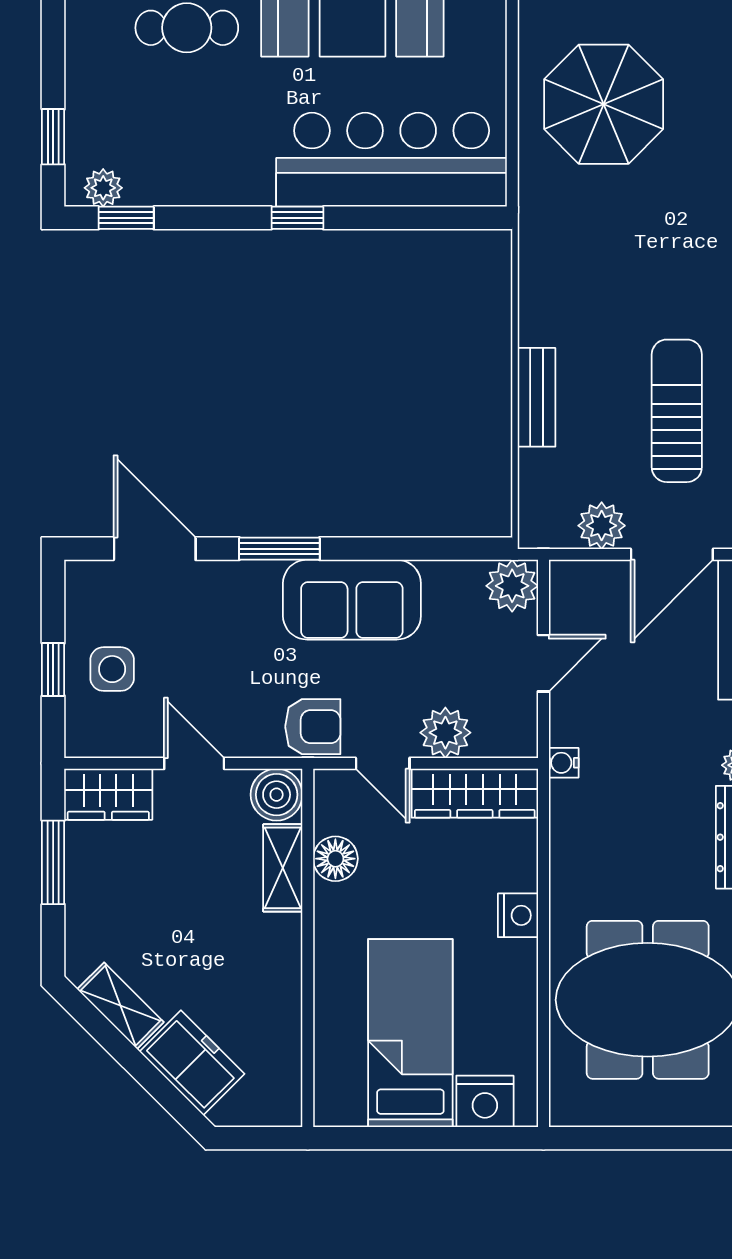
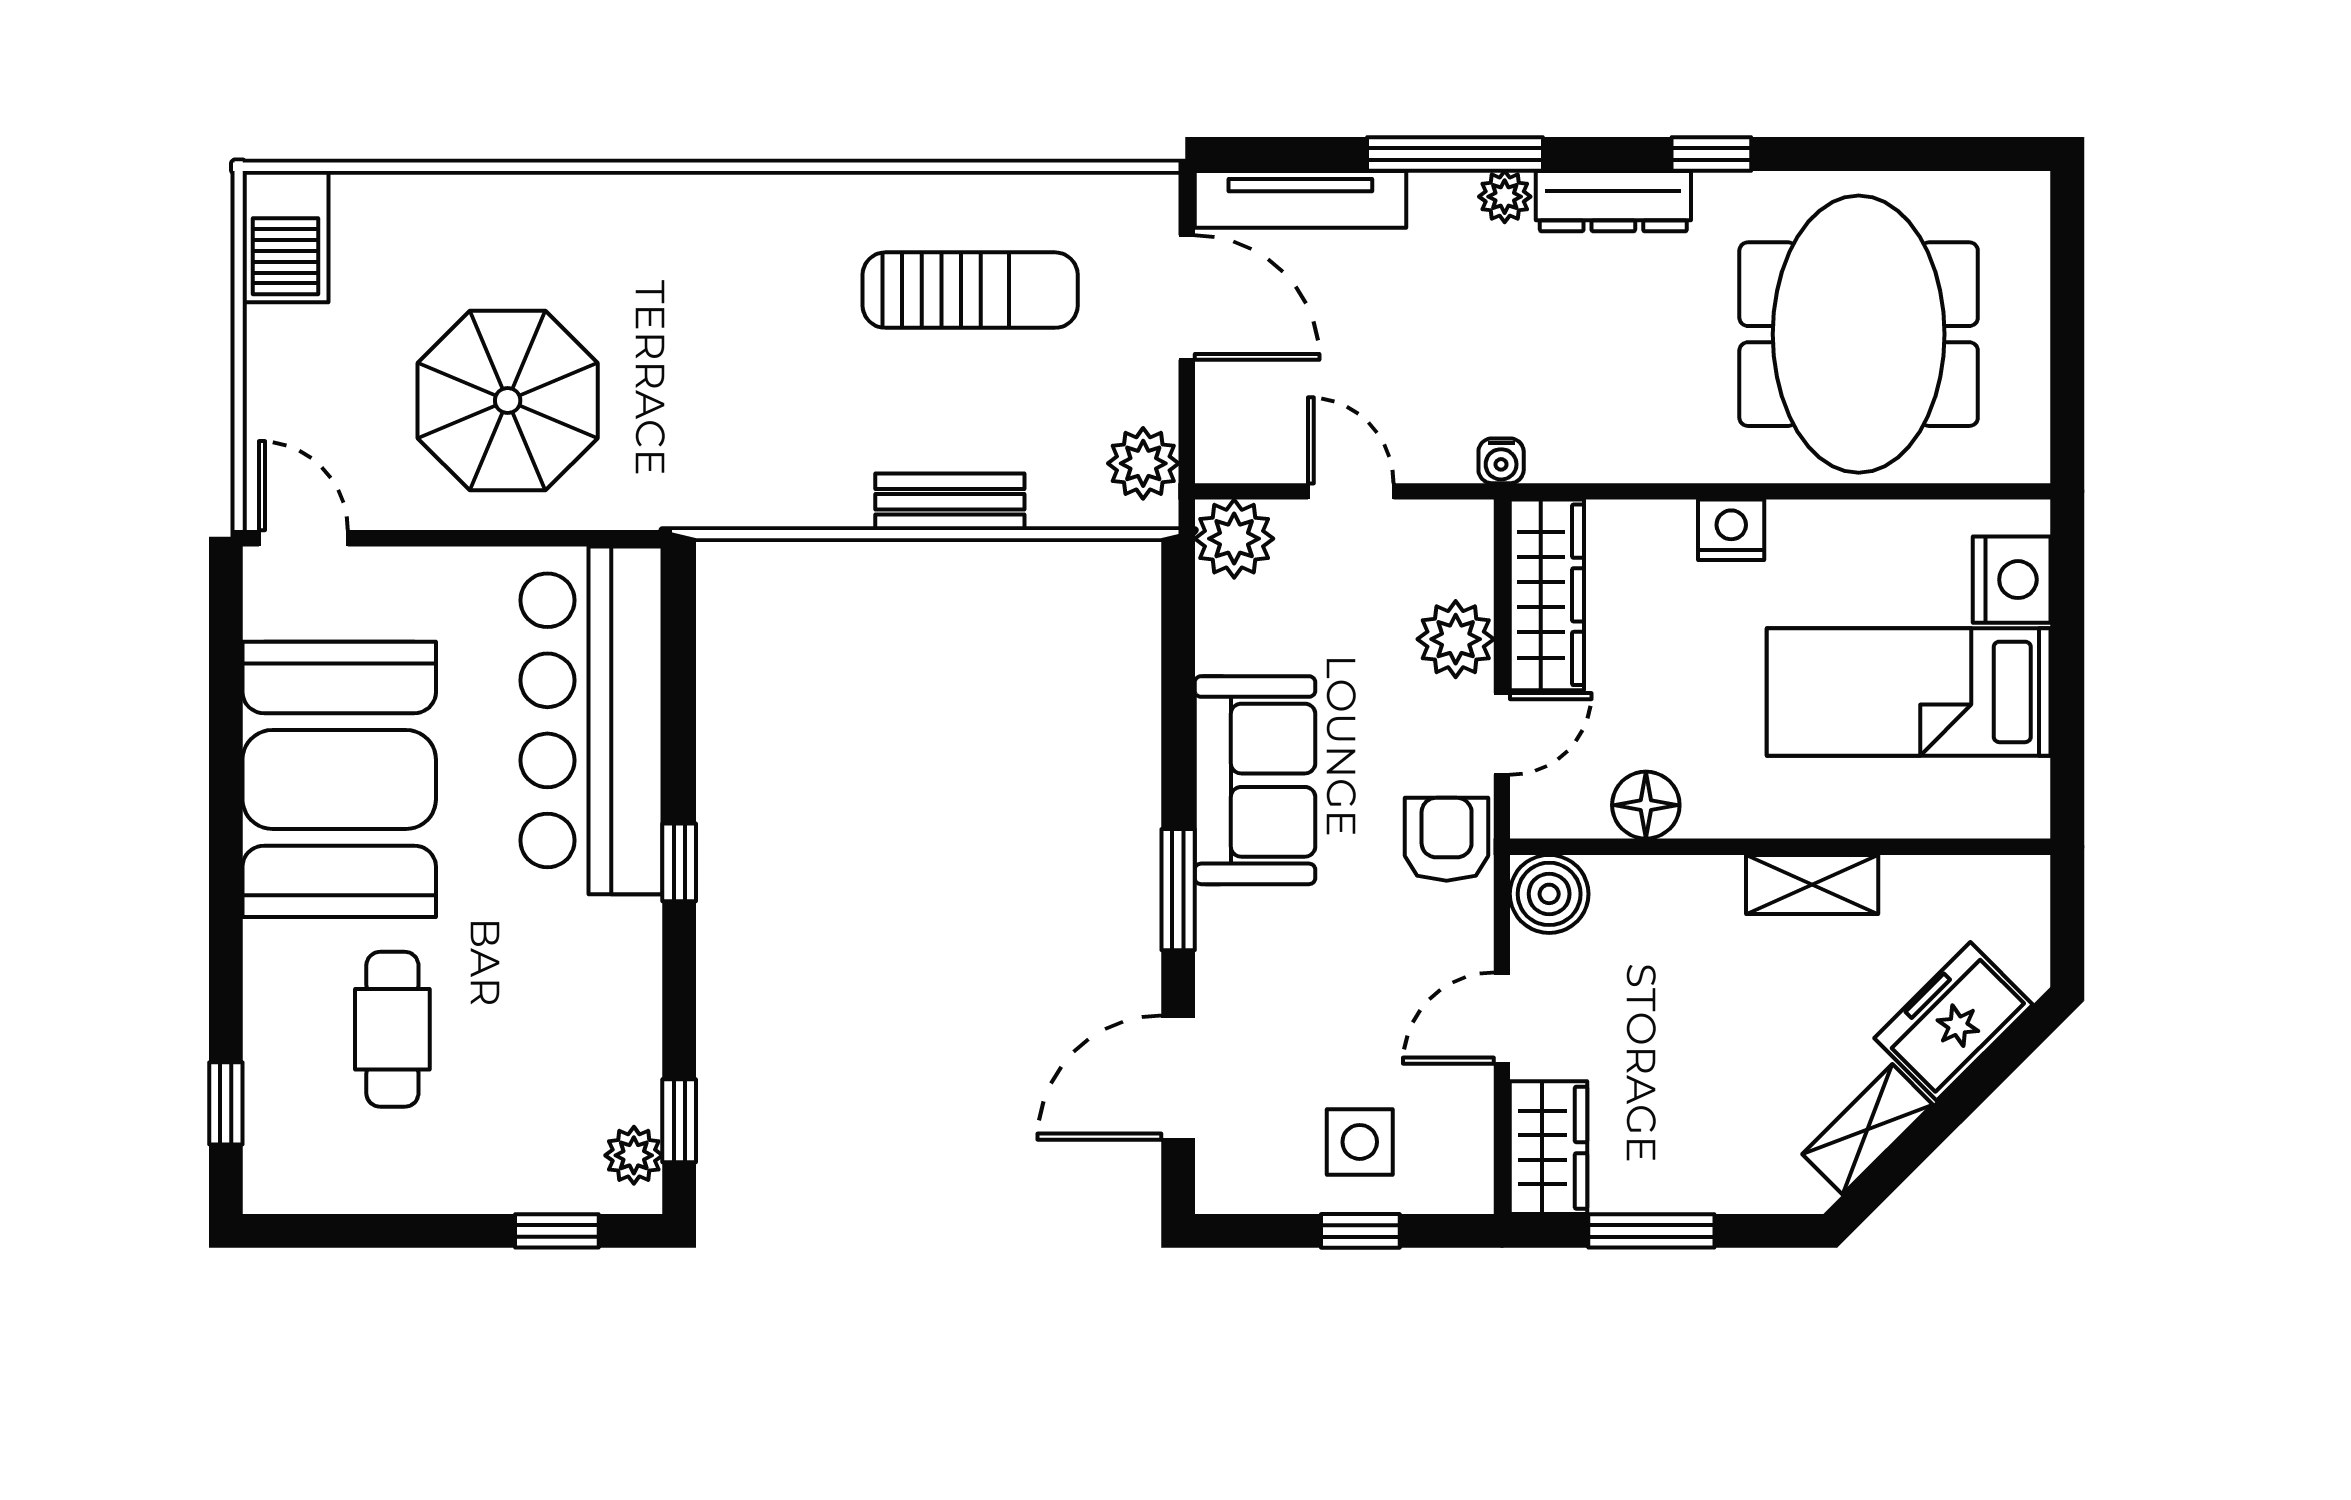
sun lounger: (677, 411) -> (970, 290), turned 180
plant: (602, 526) -> (1143, 463), moved
shelving: (283, 868) -> (1812, 884), moved

